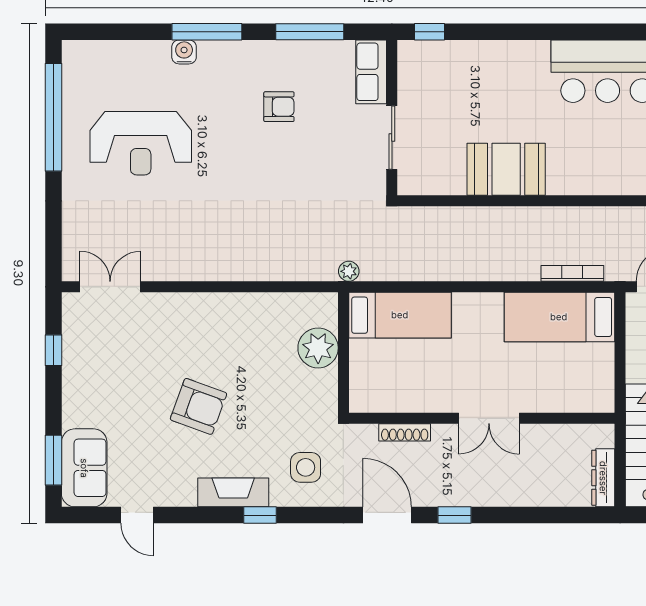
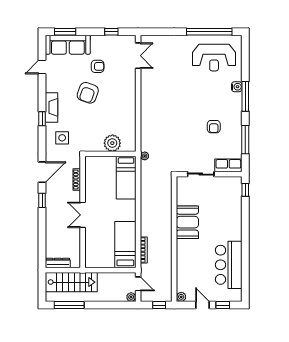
reception desk: (141, 143) -> (214, 58), moved, turned -90
armchair: (136, 383) -> (98, 66), added
sofa: (84, 468) -> (68, 45), width x1.36

